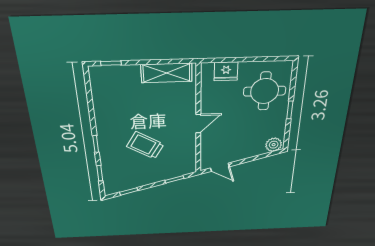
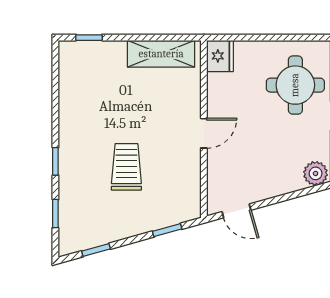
fridge: (226, 71) -> (220, 56), moved, turned -90
trolley: (145, 145) -> (126, 167), turned 59

